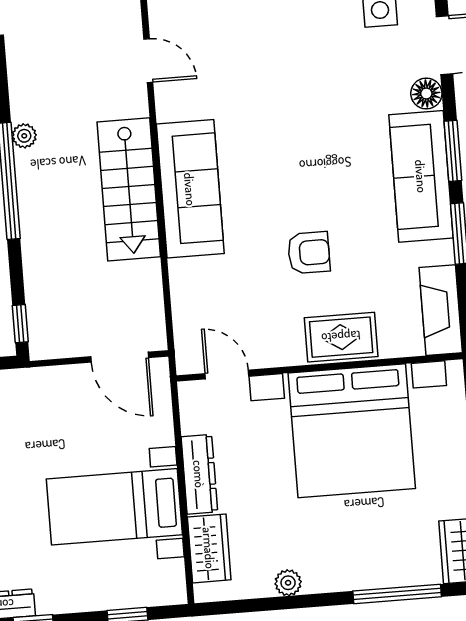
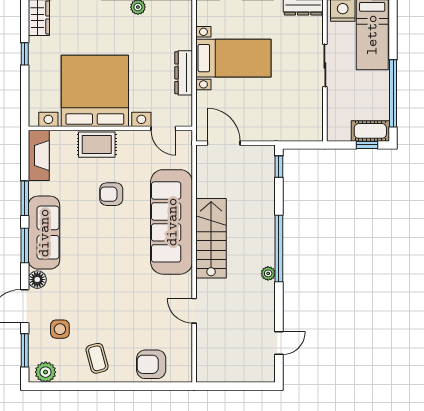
sofa: (190, 189) -> (172, 222), width x1.36, depth x1.27
wardrobe: (209, 548) -> (181, 30), removed

